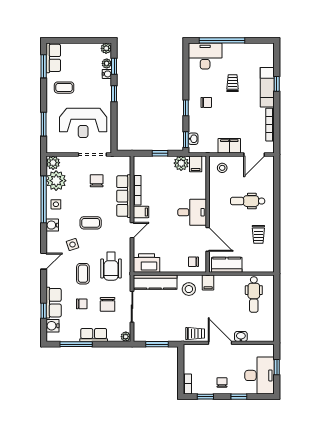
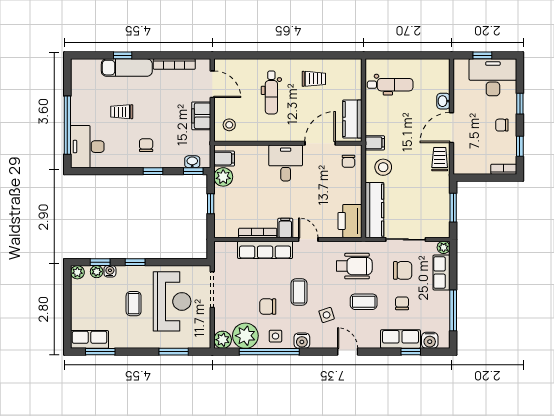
coffee table: (64, 88) -> (134, 304), moved
chair: (97, 181) -> (268, 307), moved
row of seats: (94, 335) -> (441, 273), moved

